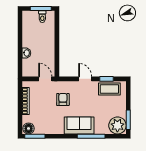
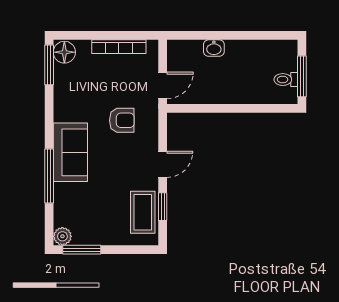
plant: (117, 125) -> (62, 236), width x0.53, depth x0.53

